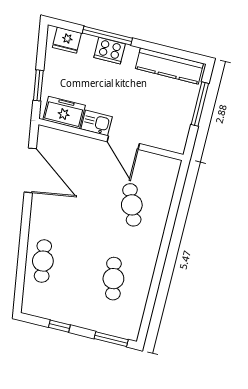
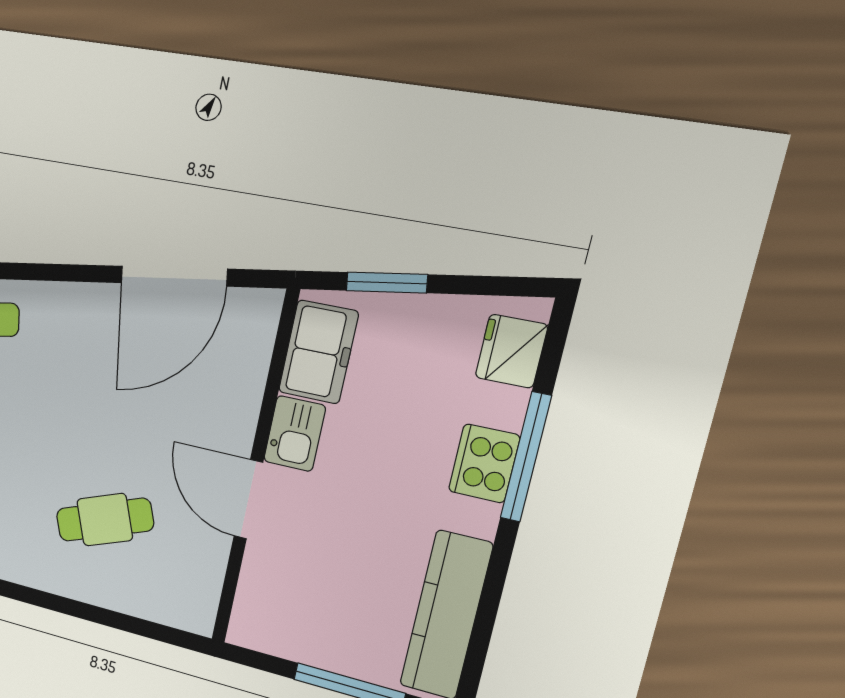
door: (123, 143) -> (248, 499), hinge flipped

